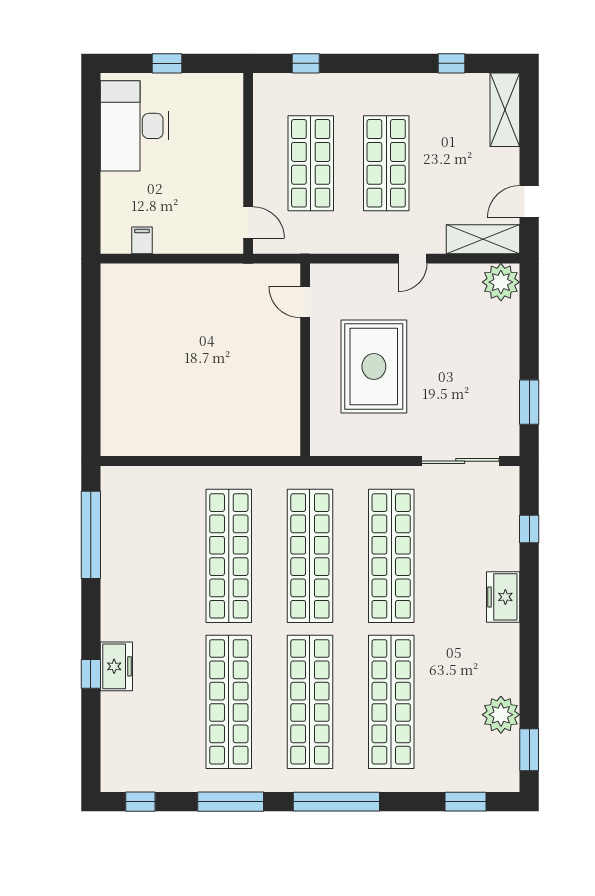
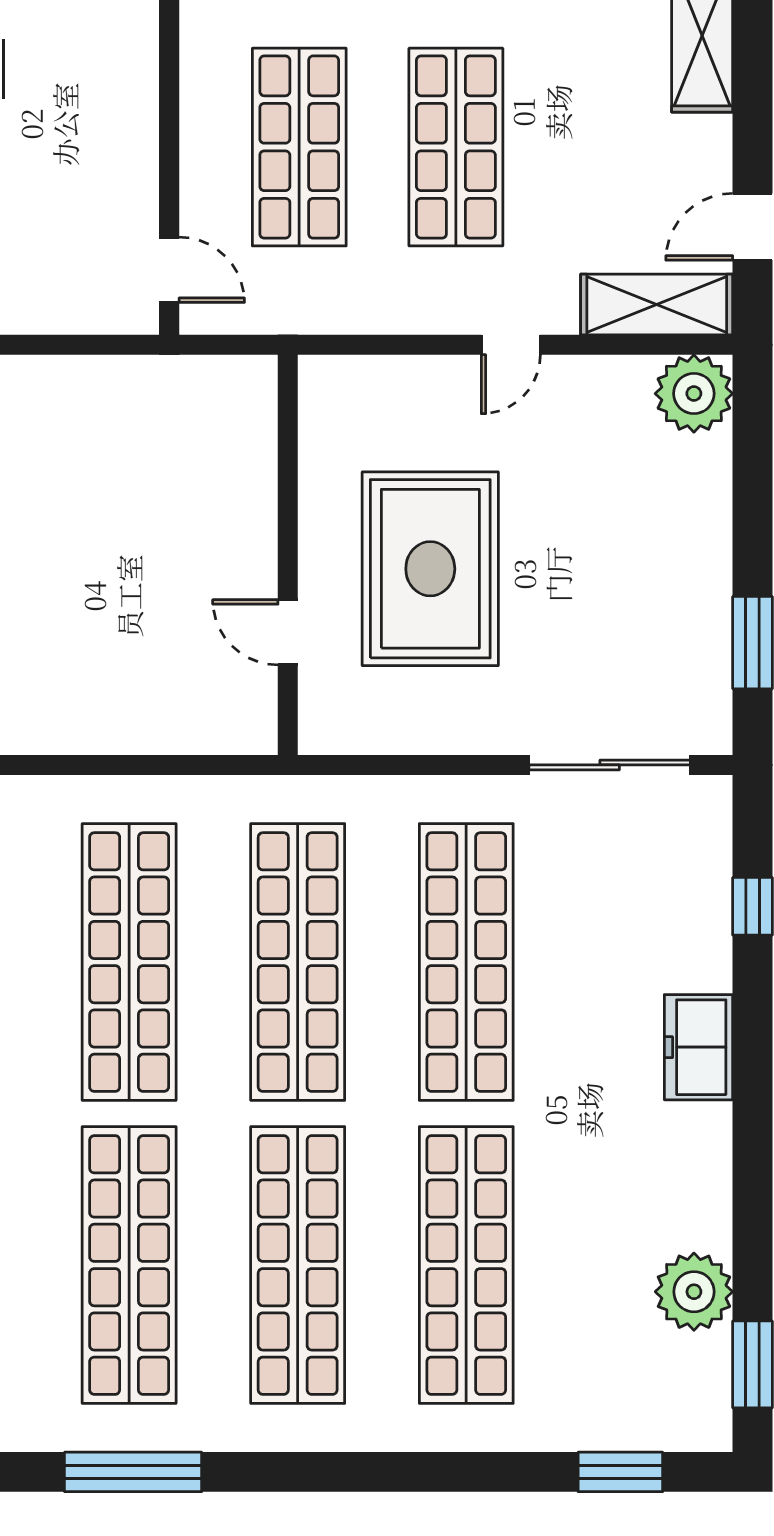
door: (305, 302) -> (288, 632), moved
window: (336, 802) -> (352, 1472), removed

